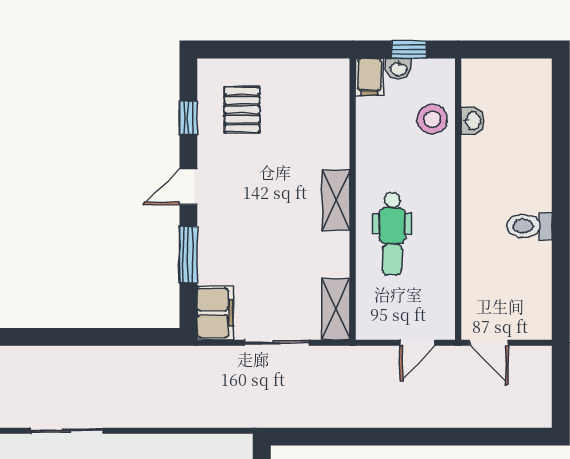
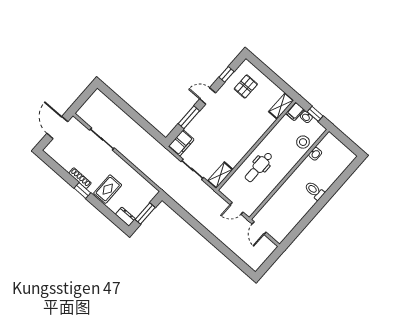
shelving: (336, 200) -> (281, 106), moved
toilet: (529, 226) -> (314, 191), moved

